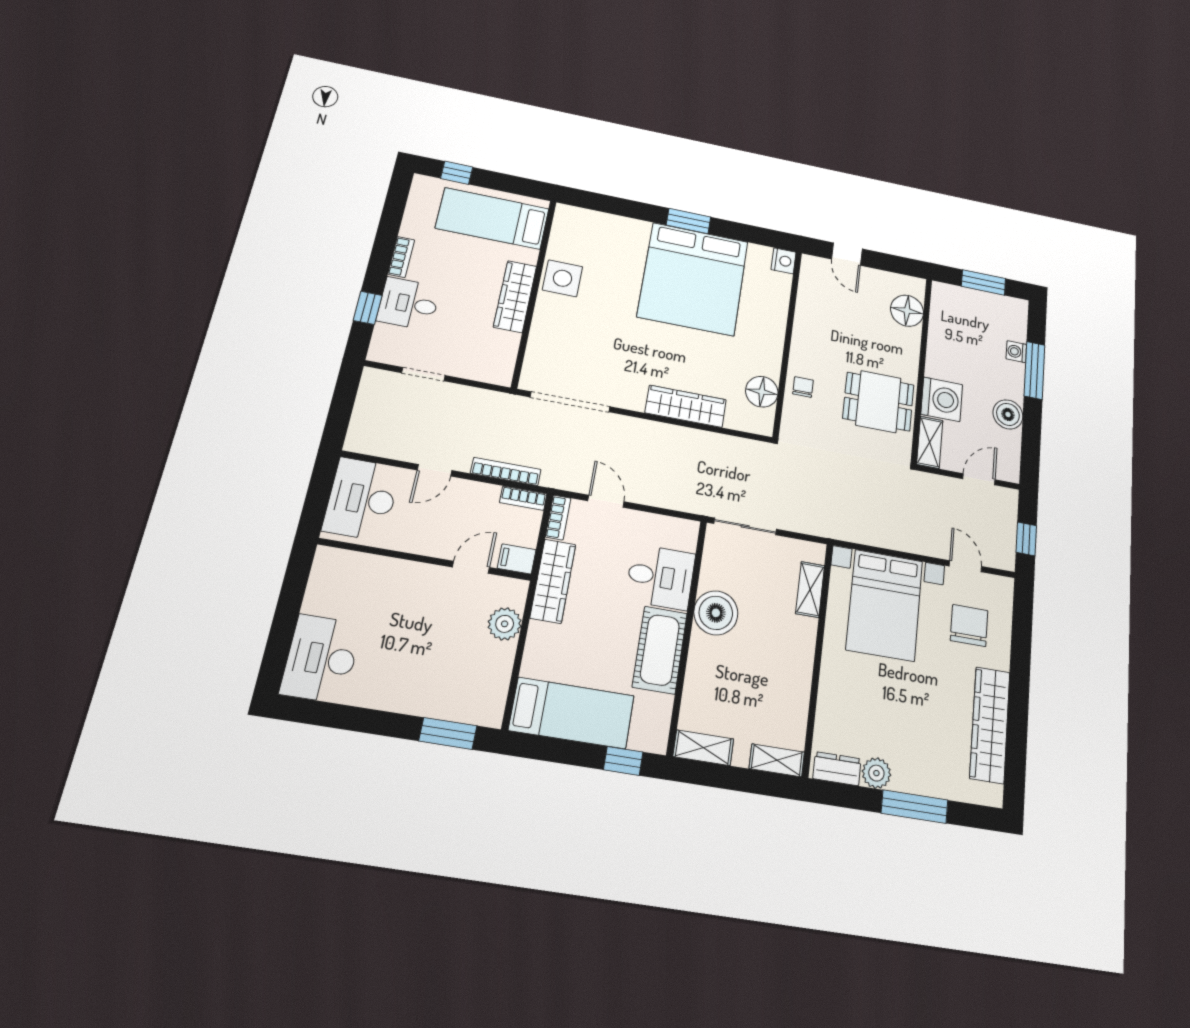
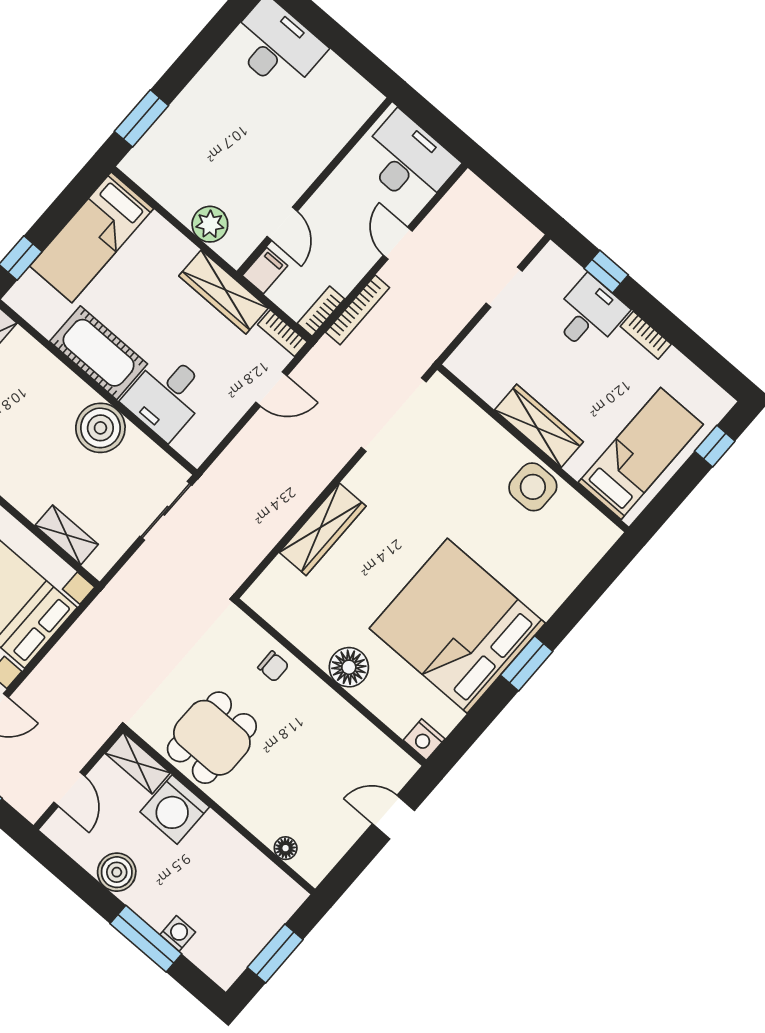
floor lamp: (907, 311) -> (286, 848), width x0.53, depth x0.53
floor lamp: (762, 392) -> (349, 667), moved

